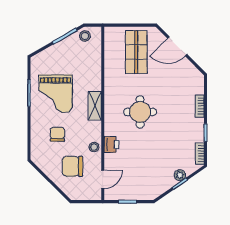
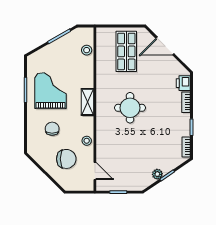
stool: (85, 36) -> (87, 50), moved
grand piano: (56, 94) -> (50, 91), turned 180
printer: (112, 145) -> (183, 83), moved, turned 180
chair: (72, 166) -> (66, 159), turned 180
plant: (180, 175) -> (157, 174), moved
door: (103, 179) -> (95, 171), hinge flipped

